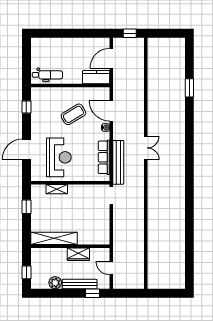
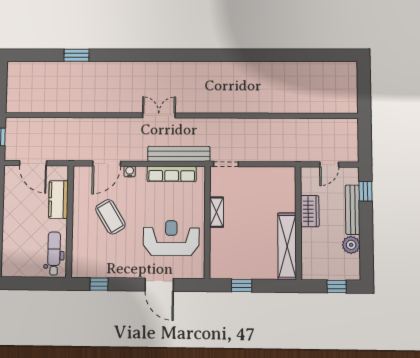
kitchen counter: (96, 77) -> (58, 199), moved
shelving: (57, 189) -> (216, 212), moved

